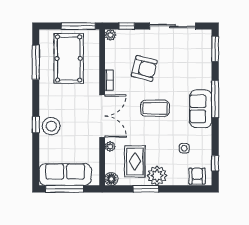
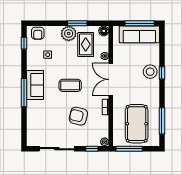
window: (215, 49) -> (24, 131), removed

